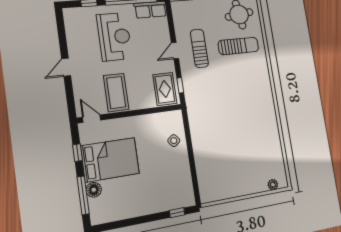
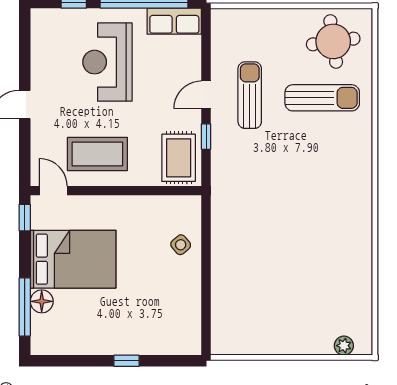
reception desk: (114, 37) -> (107, 62), turned 180
window: (180, 85) -> (206, 137), moved
coffee table: (116, 93) -> (97, 154), turned 90
window: (77, 153) -> (25, 218), moved
window: (177, 213) -> (127, 361), moved

